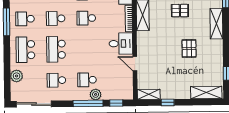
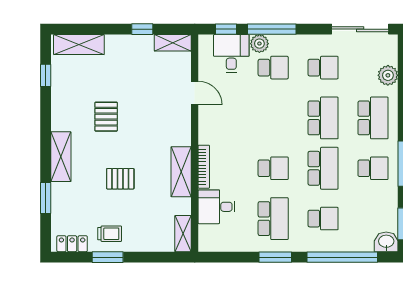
school desk: (56, 18) -> (323, 168), width x1.85
desk: (121, 44) -> (231, 53), moved, turned 90

